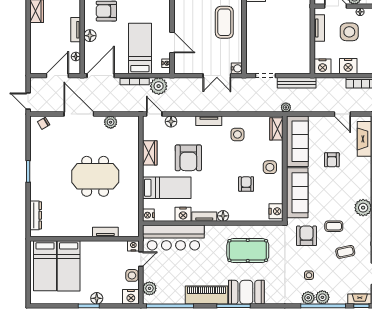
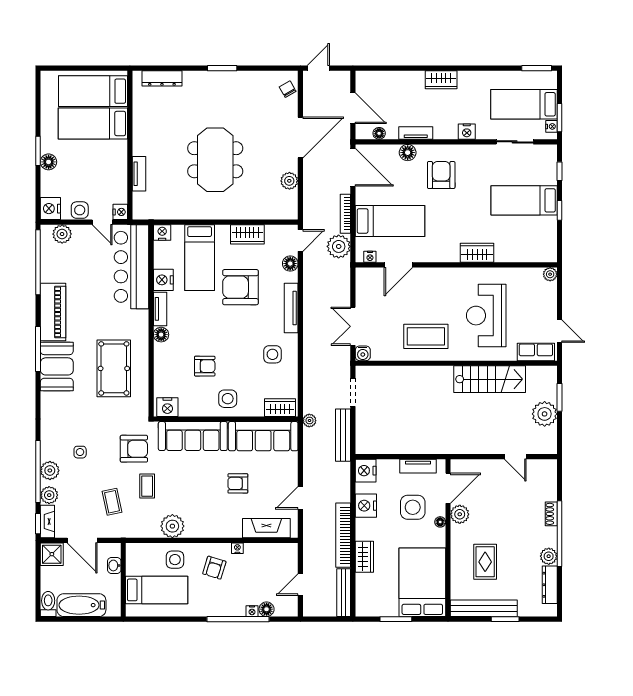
tv unit: (209, 121) -> (291, 308), width x1.41
plant: (308, 298) -> (49, 495), moved

